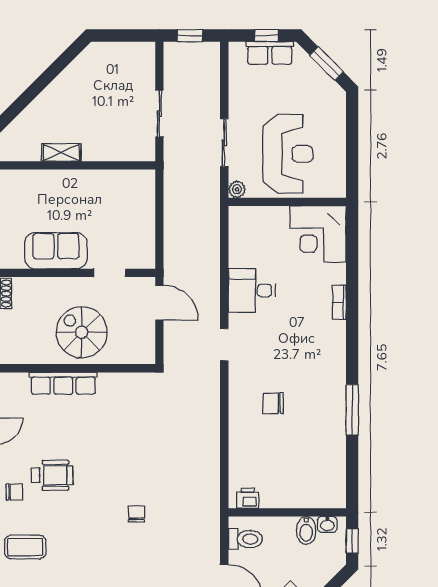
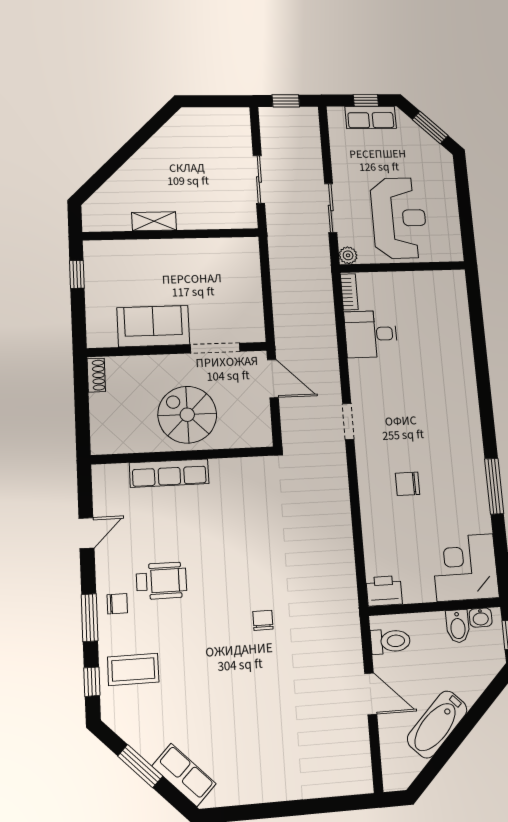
corner desk: (318, 234) -> (465, 567), moved, turned 90
doorway: (110, 273) -> (215, 348), width x1.38
desk: (252, 290) -> (371, 334), moved
bookcase: (339, 302) -> (349, 292), moved, turned 180
printer: (248, 498) -> (384, 591), width x1.36, depth x1.24

